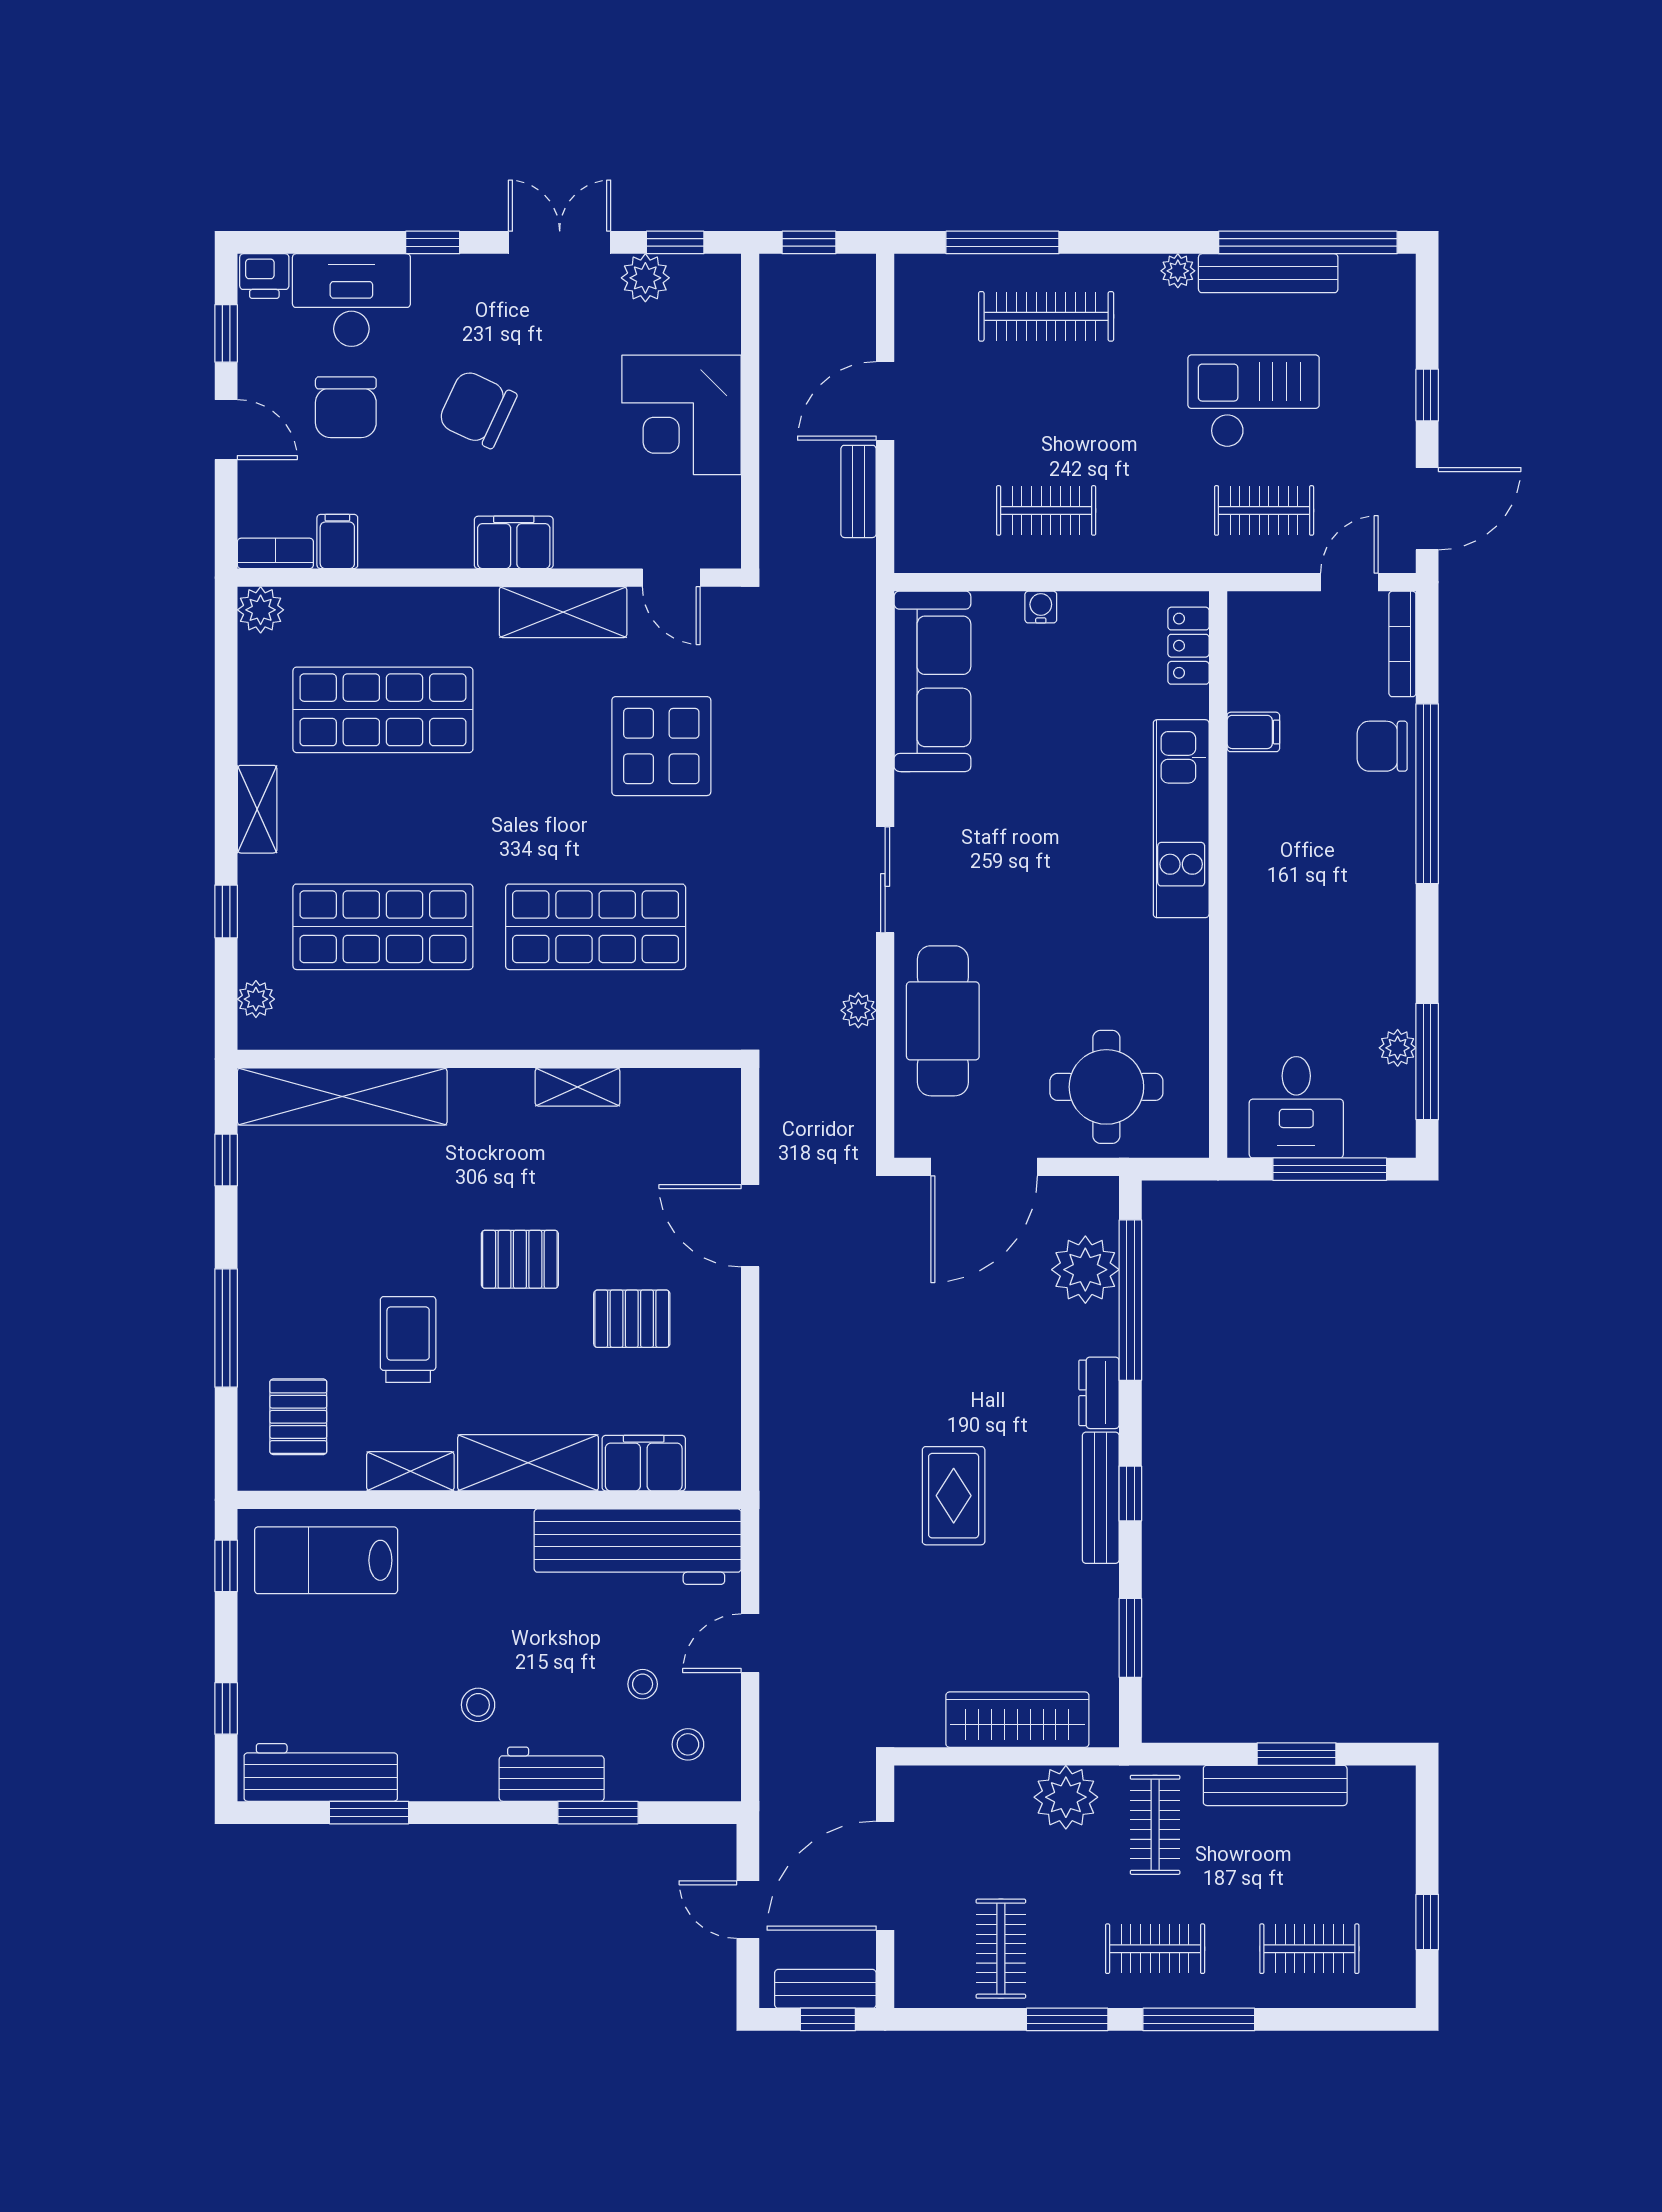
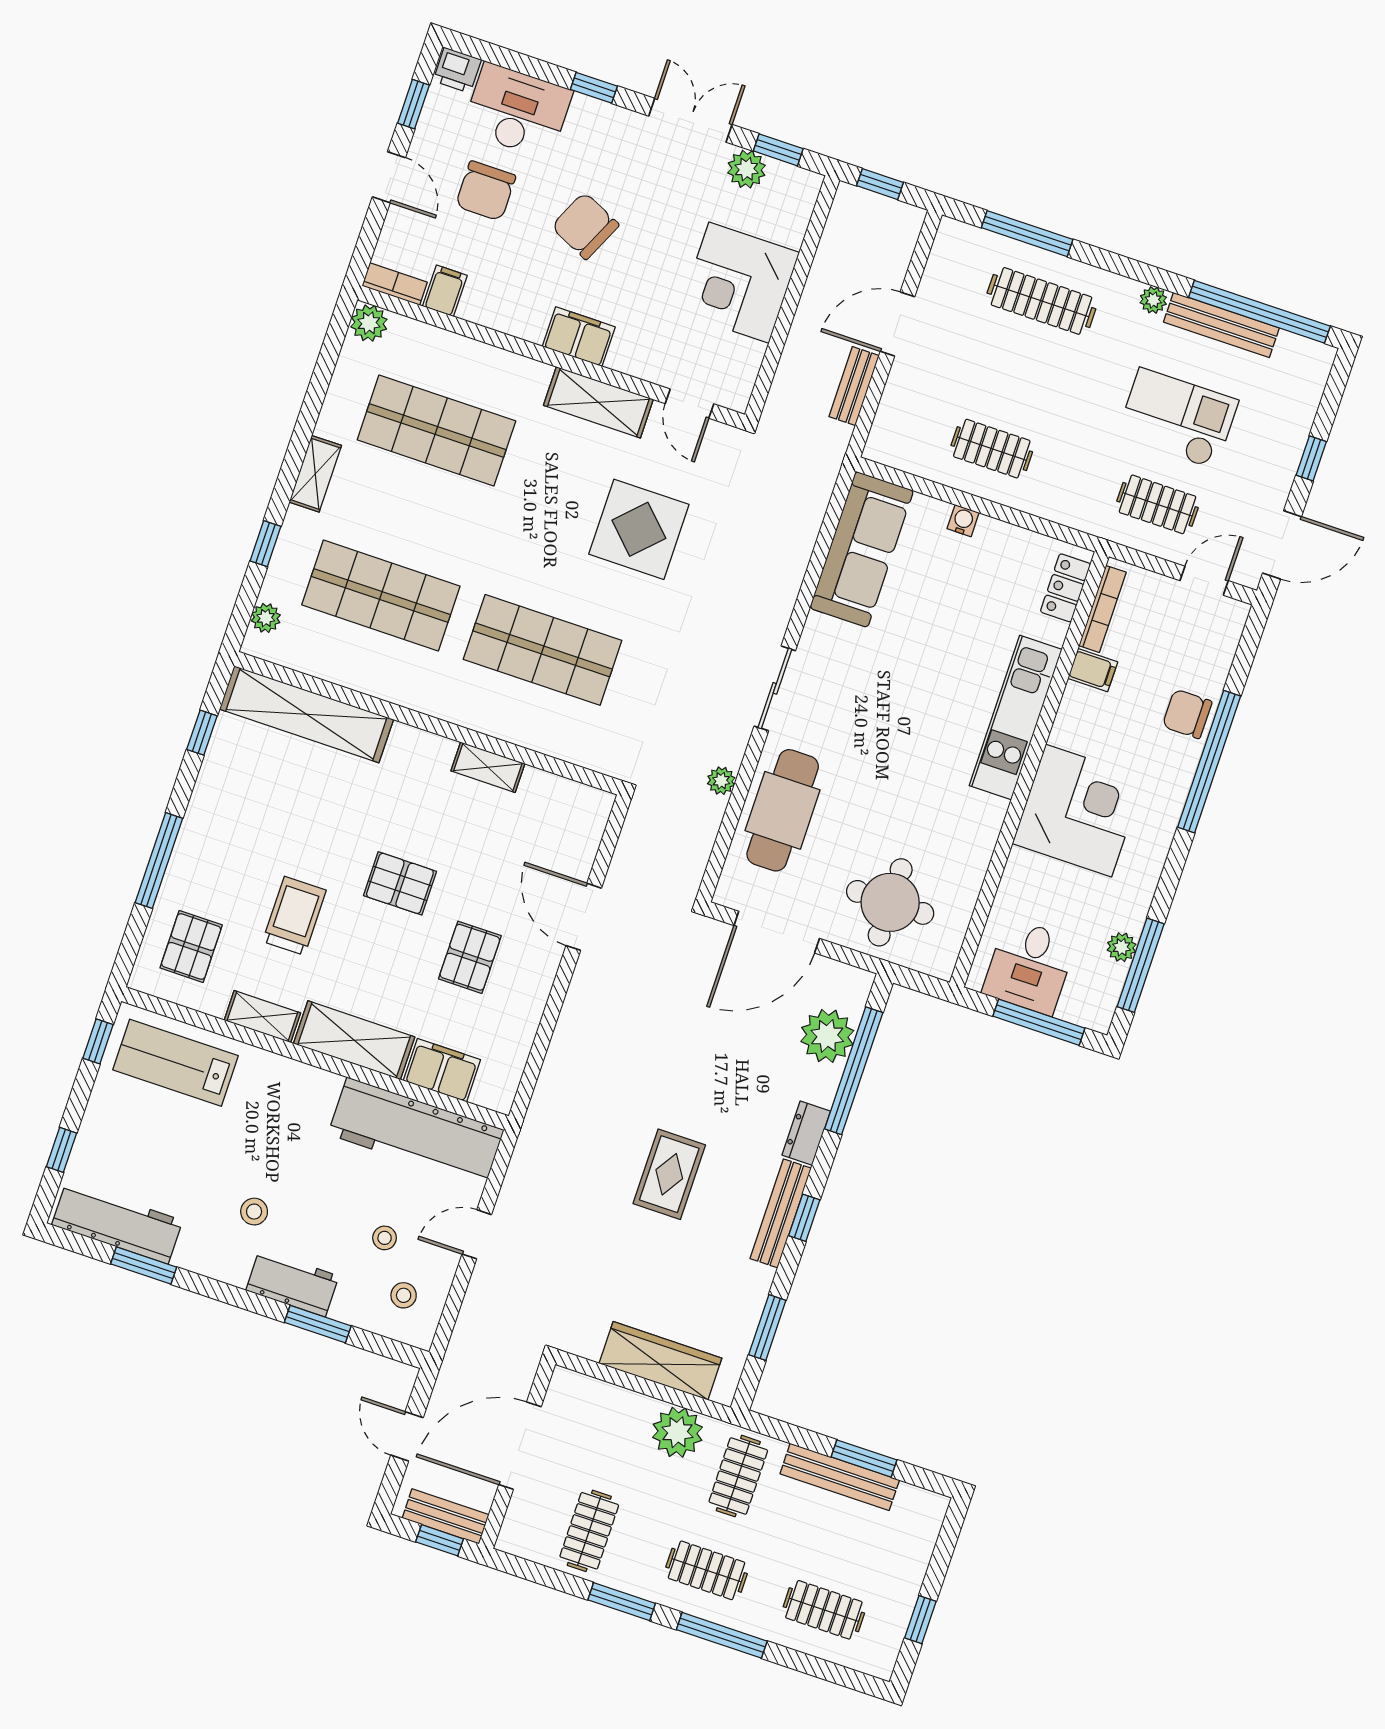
bookcase: (1402, 644) -> (1102, 609), moved, turned 180
corner desk: (1292, 903) -> (1079, 811), added
pallet: (632, 1319) -> (470, 957), turned 90

